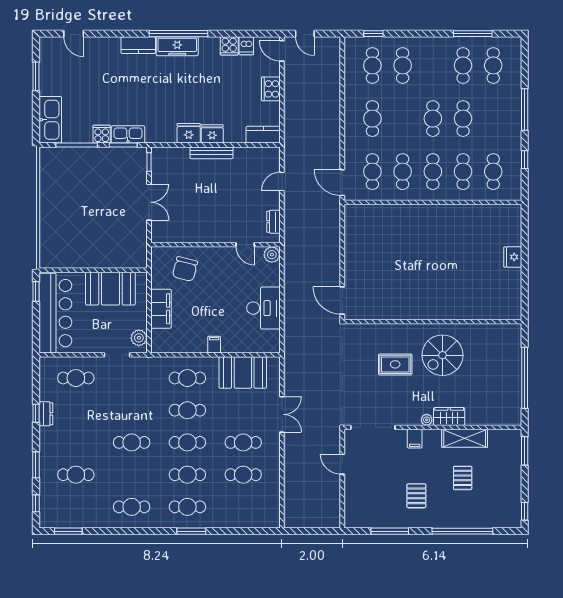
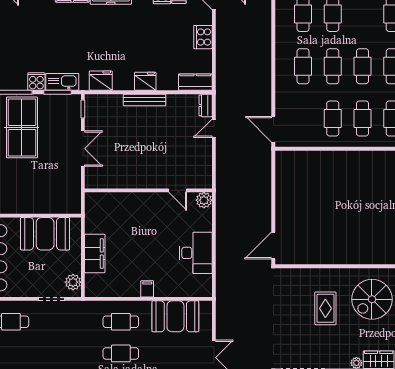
fridge: (189, 133) -> (101, 81), moved
cafe table: (372, 172) -> (333, 66), moved
table tennis table: (87, 181) -> (22, 127), added
dresser: (273, 222) -> (206, 105), moved
chair: (185, 269) -> (118, 214), removed
door: (342, 301) -> (273, 245), hinge flipped
rug: (395, 364) -> (325, 308), turned 90

